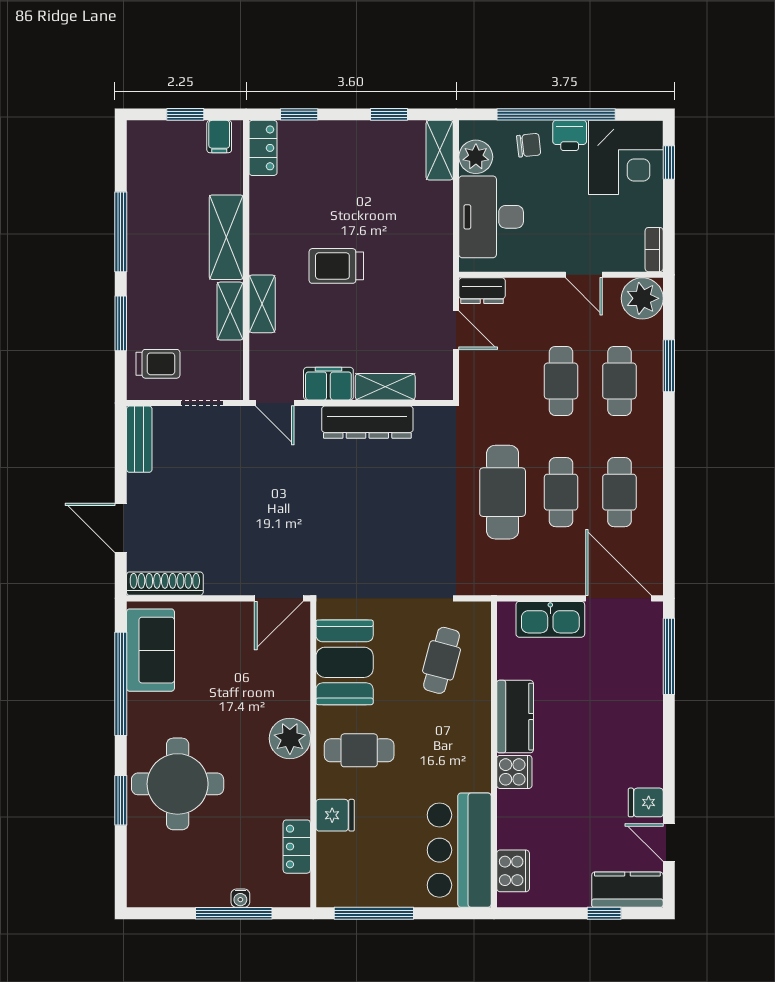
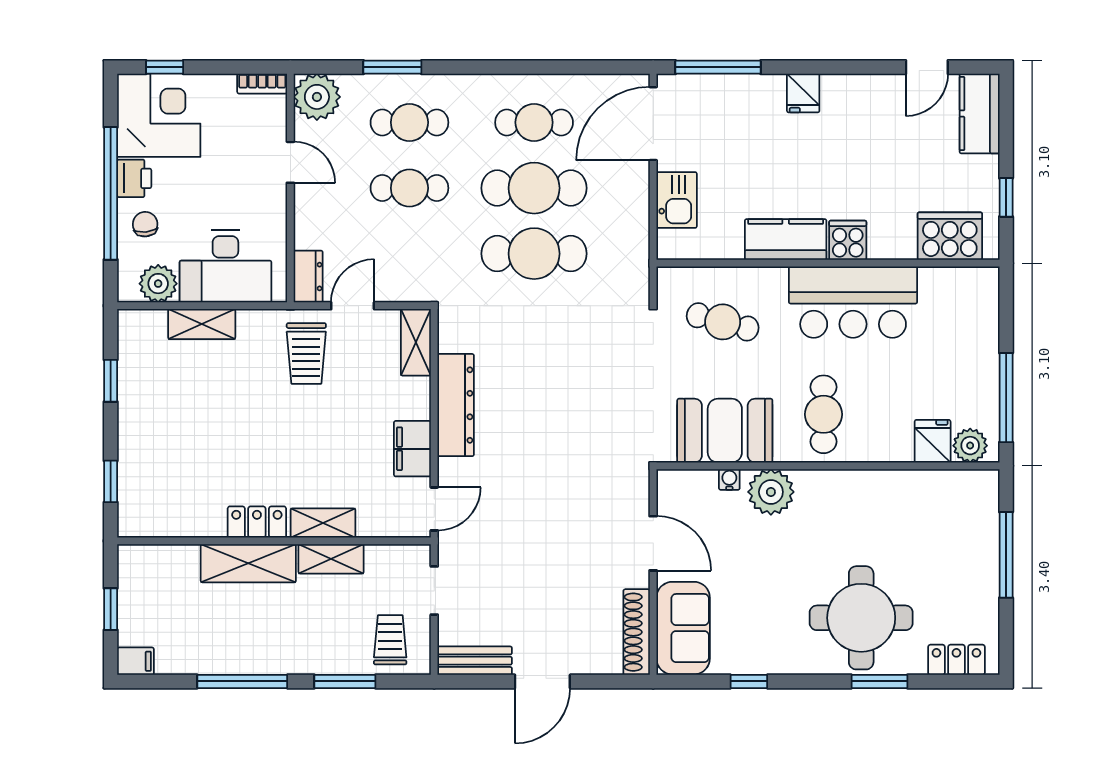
filing cabinet: (219, 137) -> (135, 661), moved
locker: (263, 148) -> (257, 522), moved
shelving: (440, 150) -> (202, 324), moved
trolley: (336, 266) -> (306, 354), moved
door: (584, 275) -> (290, 162), hinge flipped
shelving: (385, 387) -> (416, 342), moved
cafe table: (561, 492) -> (534, 188), width x1.37, depth x1.35
door: (121, 528) -> (542, 681), moved
door: (279, 598) -> (653, 543), moved
kitchen sink: (550, 619) -> (677, 200), width x0.73
sofa: (150, 650) -> (683, 628), moved, turned 90
window: (121, 684) -> (749, 681), width x0.32
plant: (290, 738) -> (771, 492), moved
fridge: (646, 802) -> (803, 93), moved
fridge: (335, 815) -> (933, 441), moved
locker: (297, 847) -> (956, 660), moved, turned 180
bar counter: (459, 850) -> (853, 302), moved
cooker: (513, 871) -> (950, 236), width x1.37, depth x1.31
plant: (331, 881) -> (970, 446), added
water cooler: (240, 898) -> (729, 479), moved, turned -90
window: (604, 913) -> (1006, 197), moved

